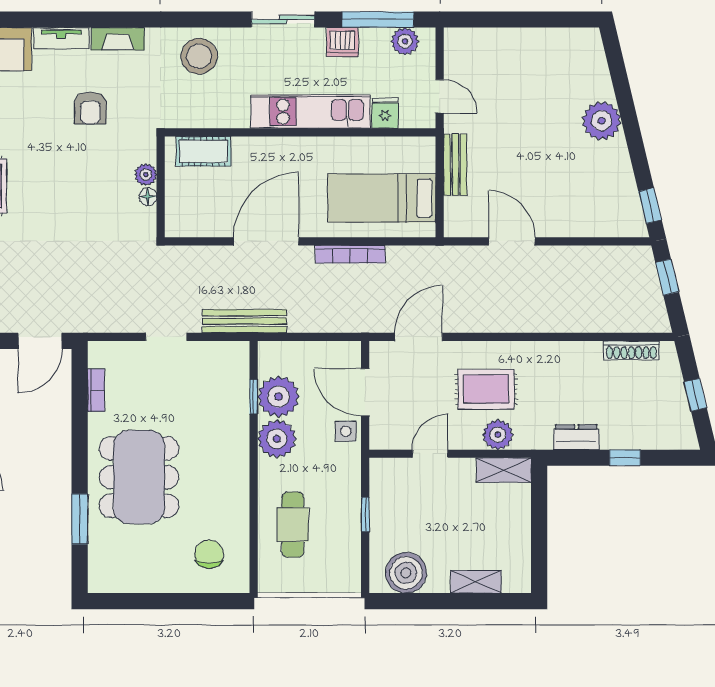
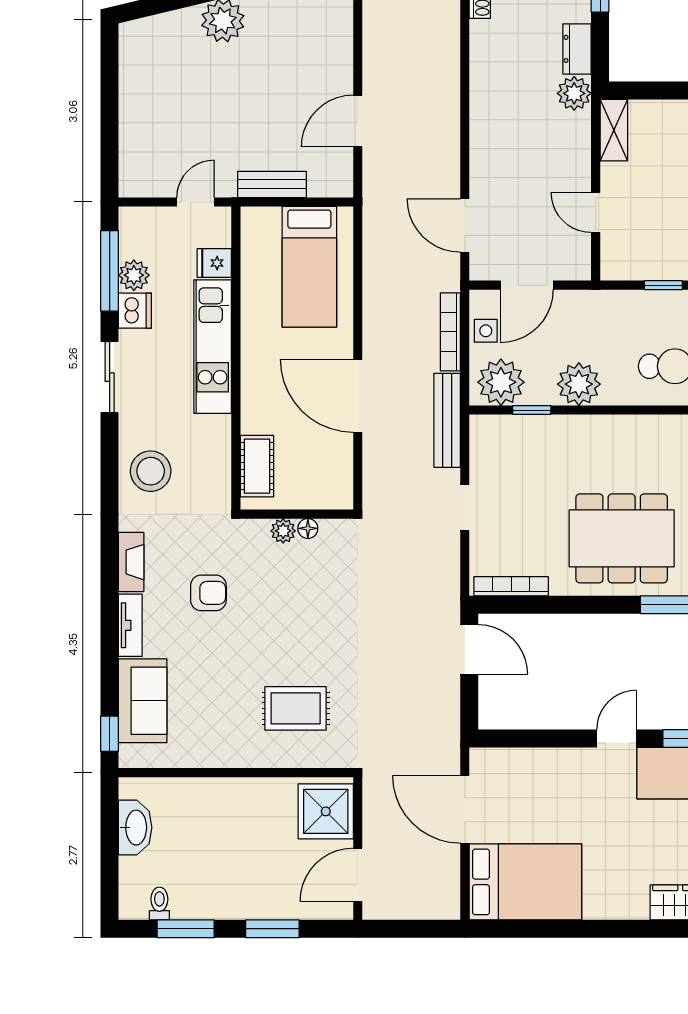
plant: (405, 41) -> (134, 275), moved
bookcase: (350, 254) -> (450, 332), moved, turned 180
rug: (486, 389) -> (523, 150), removed
bookcase: (96, 390) -> (511, 586), width x1.56
plant: (279, 397) -> (501, 382), moved
side table: (346, 431) -> (486, 331), moved
plant: (498, 435) -> (574, 93), moved

